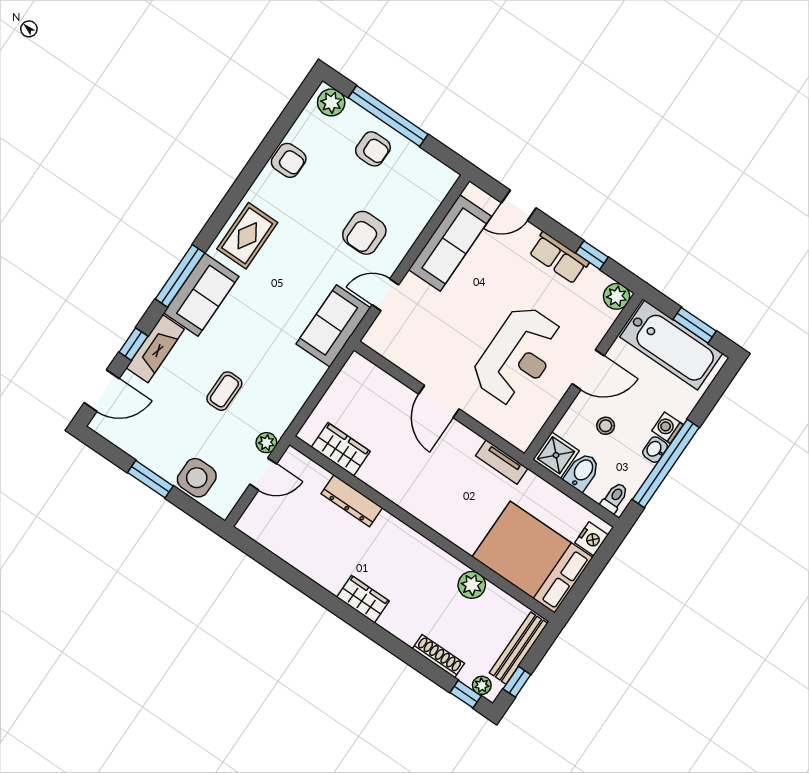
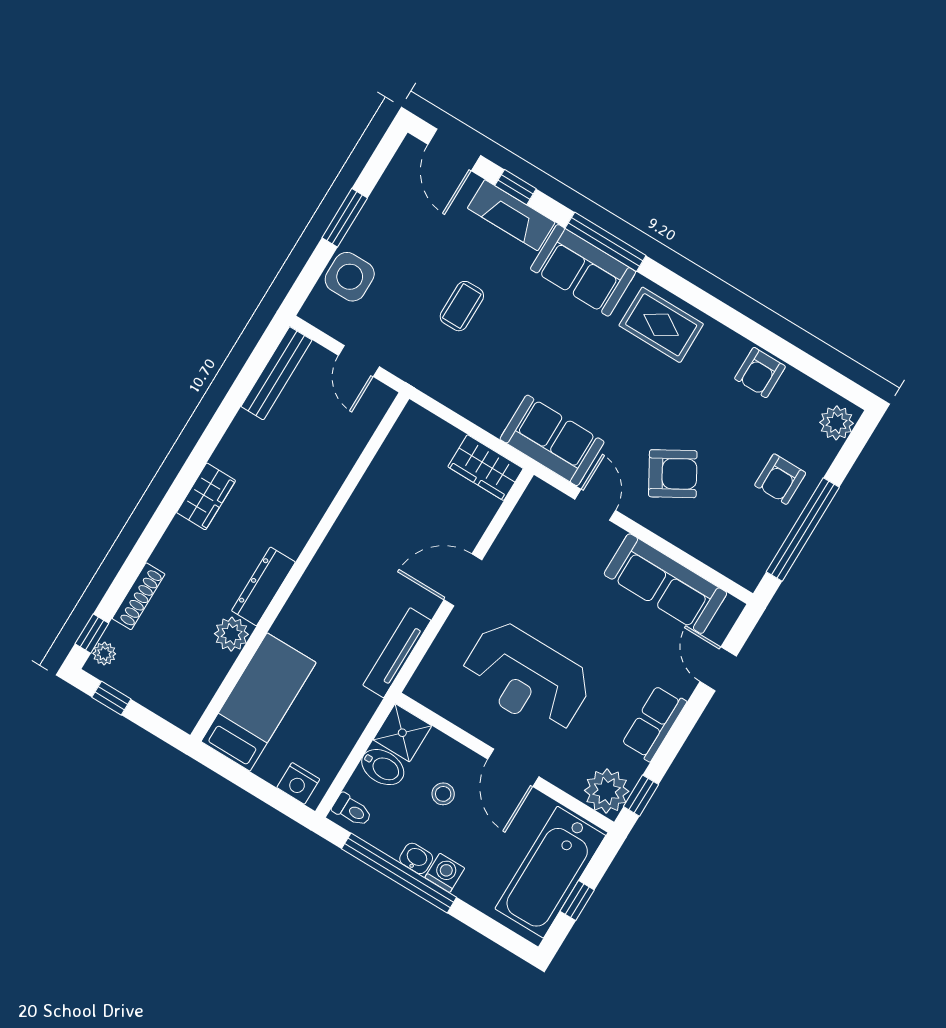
window: (388, 116) -> (803, 529), moved
armchair: (364, 233) -> (673, 474), turned 150
window: (592, 255) -> (641, 796), moved
plant: (617, 296) -> (607, 791), width x1.36, depth x1.36
window: (695, 325) -> (577, 901), width x0.67
coffee table: (224, 391) -> (462, 306), turned 90
plant: (266, 443) -> (399, 363), removed
wardrobe: (341, 449) -> (486, 468), moved, turned 90
tv unit: (502, 462) -> (397, 653), width x1.41
dresser: (352, 501) -> (263, 586), moved
bed: (532, 557) -> (259, 702), width x0.67
bench: (518, 648) -> (276, 373), moved, turned 90

